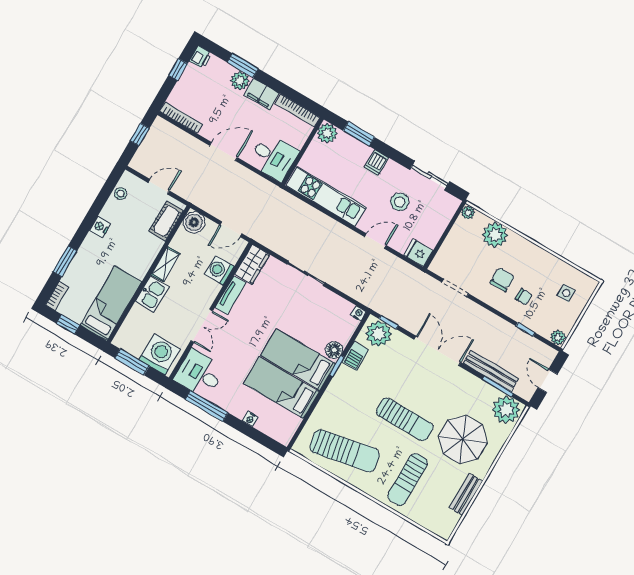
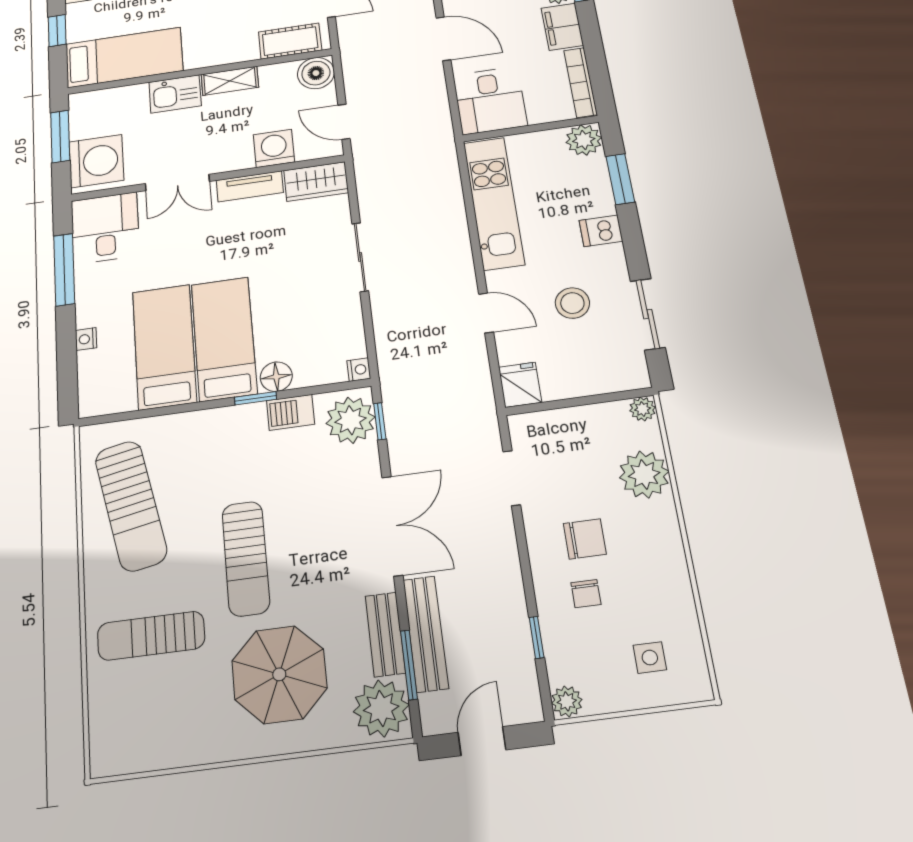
bench: (466, 494) -> (385, 634), moved, turned 90

